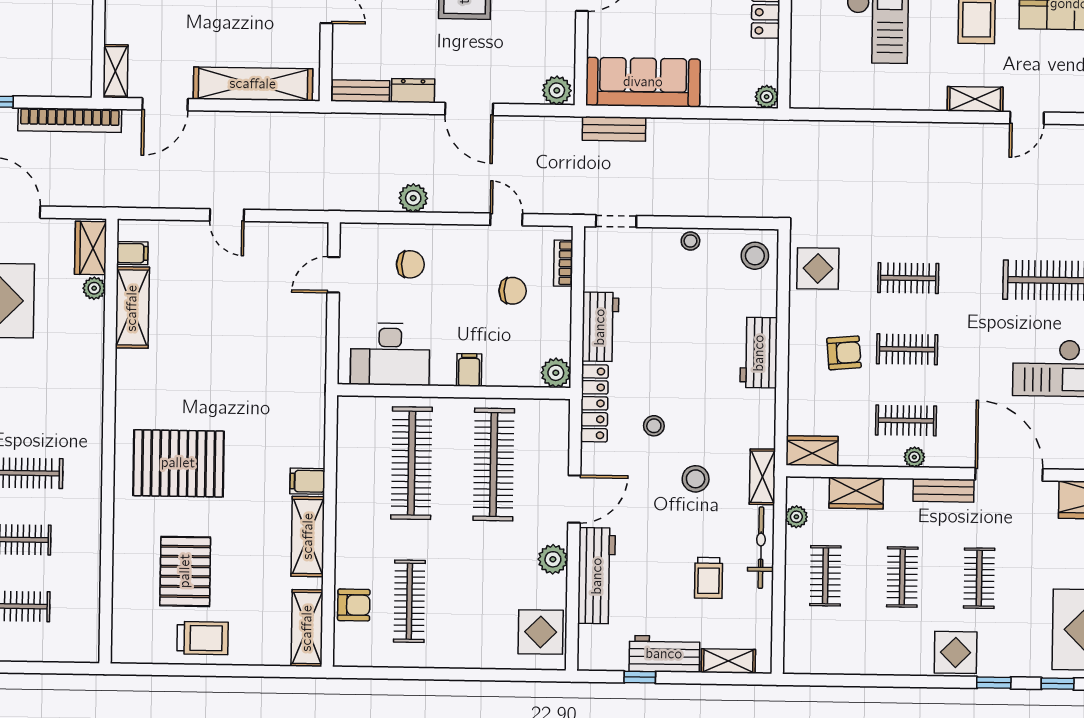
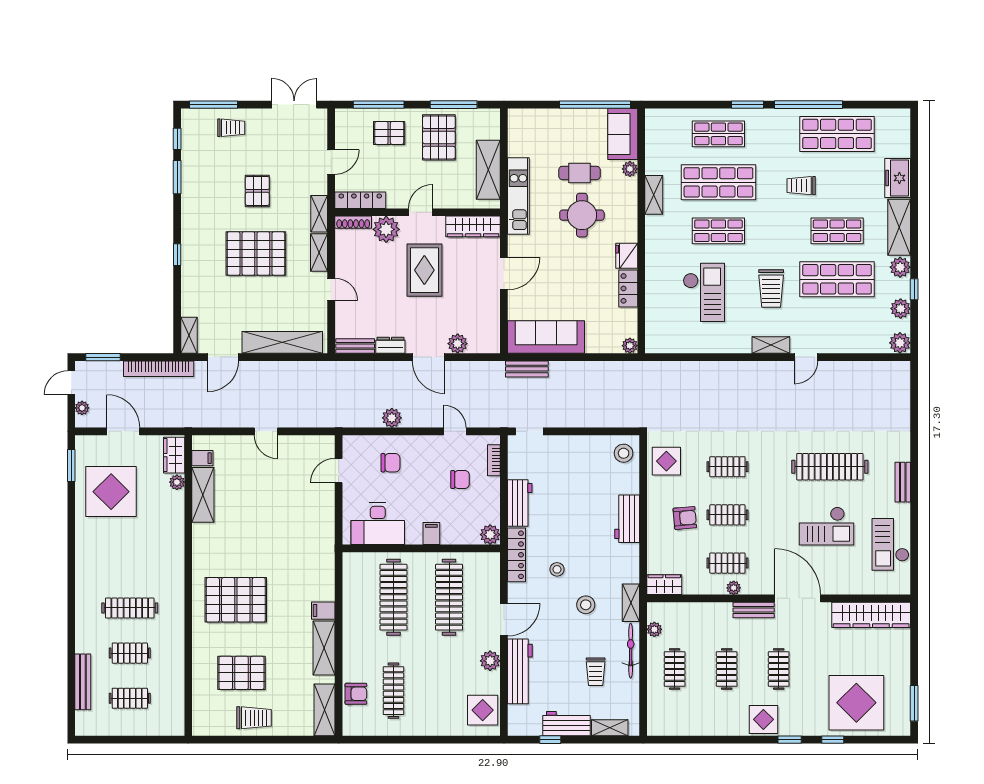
plant: (557, 90) -> (458, 344), moved
stool: (690, 241) -> (580, 444), removed
wardrobe: (856, 493) -> (695, 613), removed
pallet: (185, 571) -> (242, 673), turned 90

